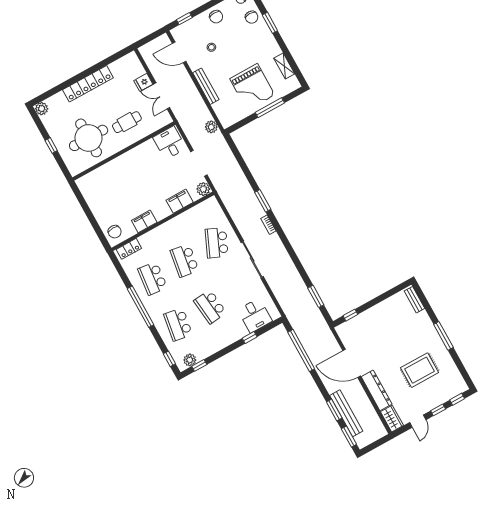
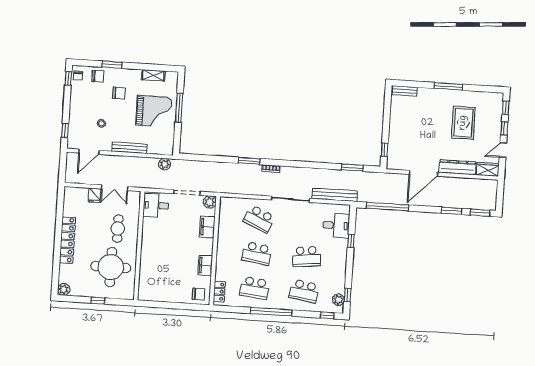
chair: (216, 17) -> (119, 93), moved
bench: (346, 413) -> (335, 195), moved
door: (418, 421) -> (503, 150), swing flipped

